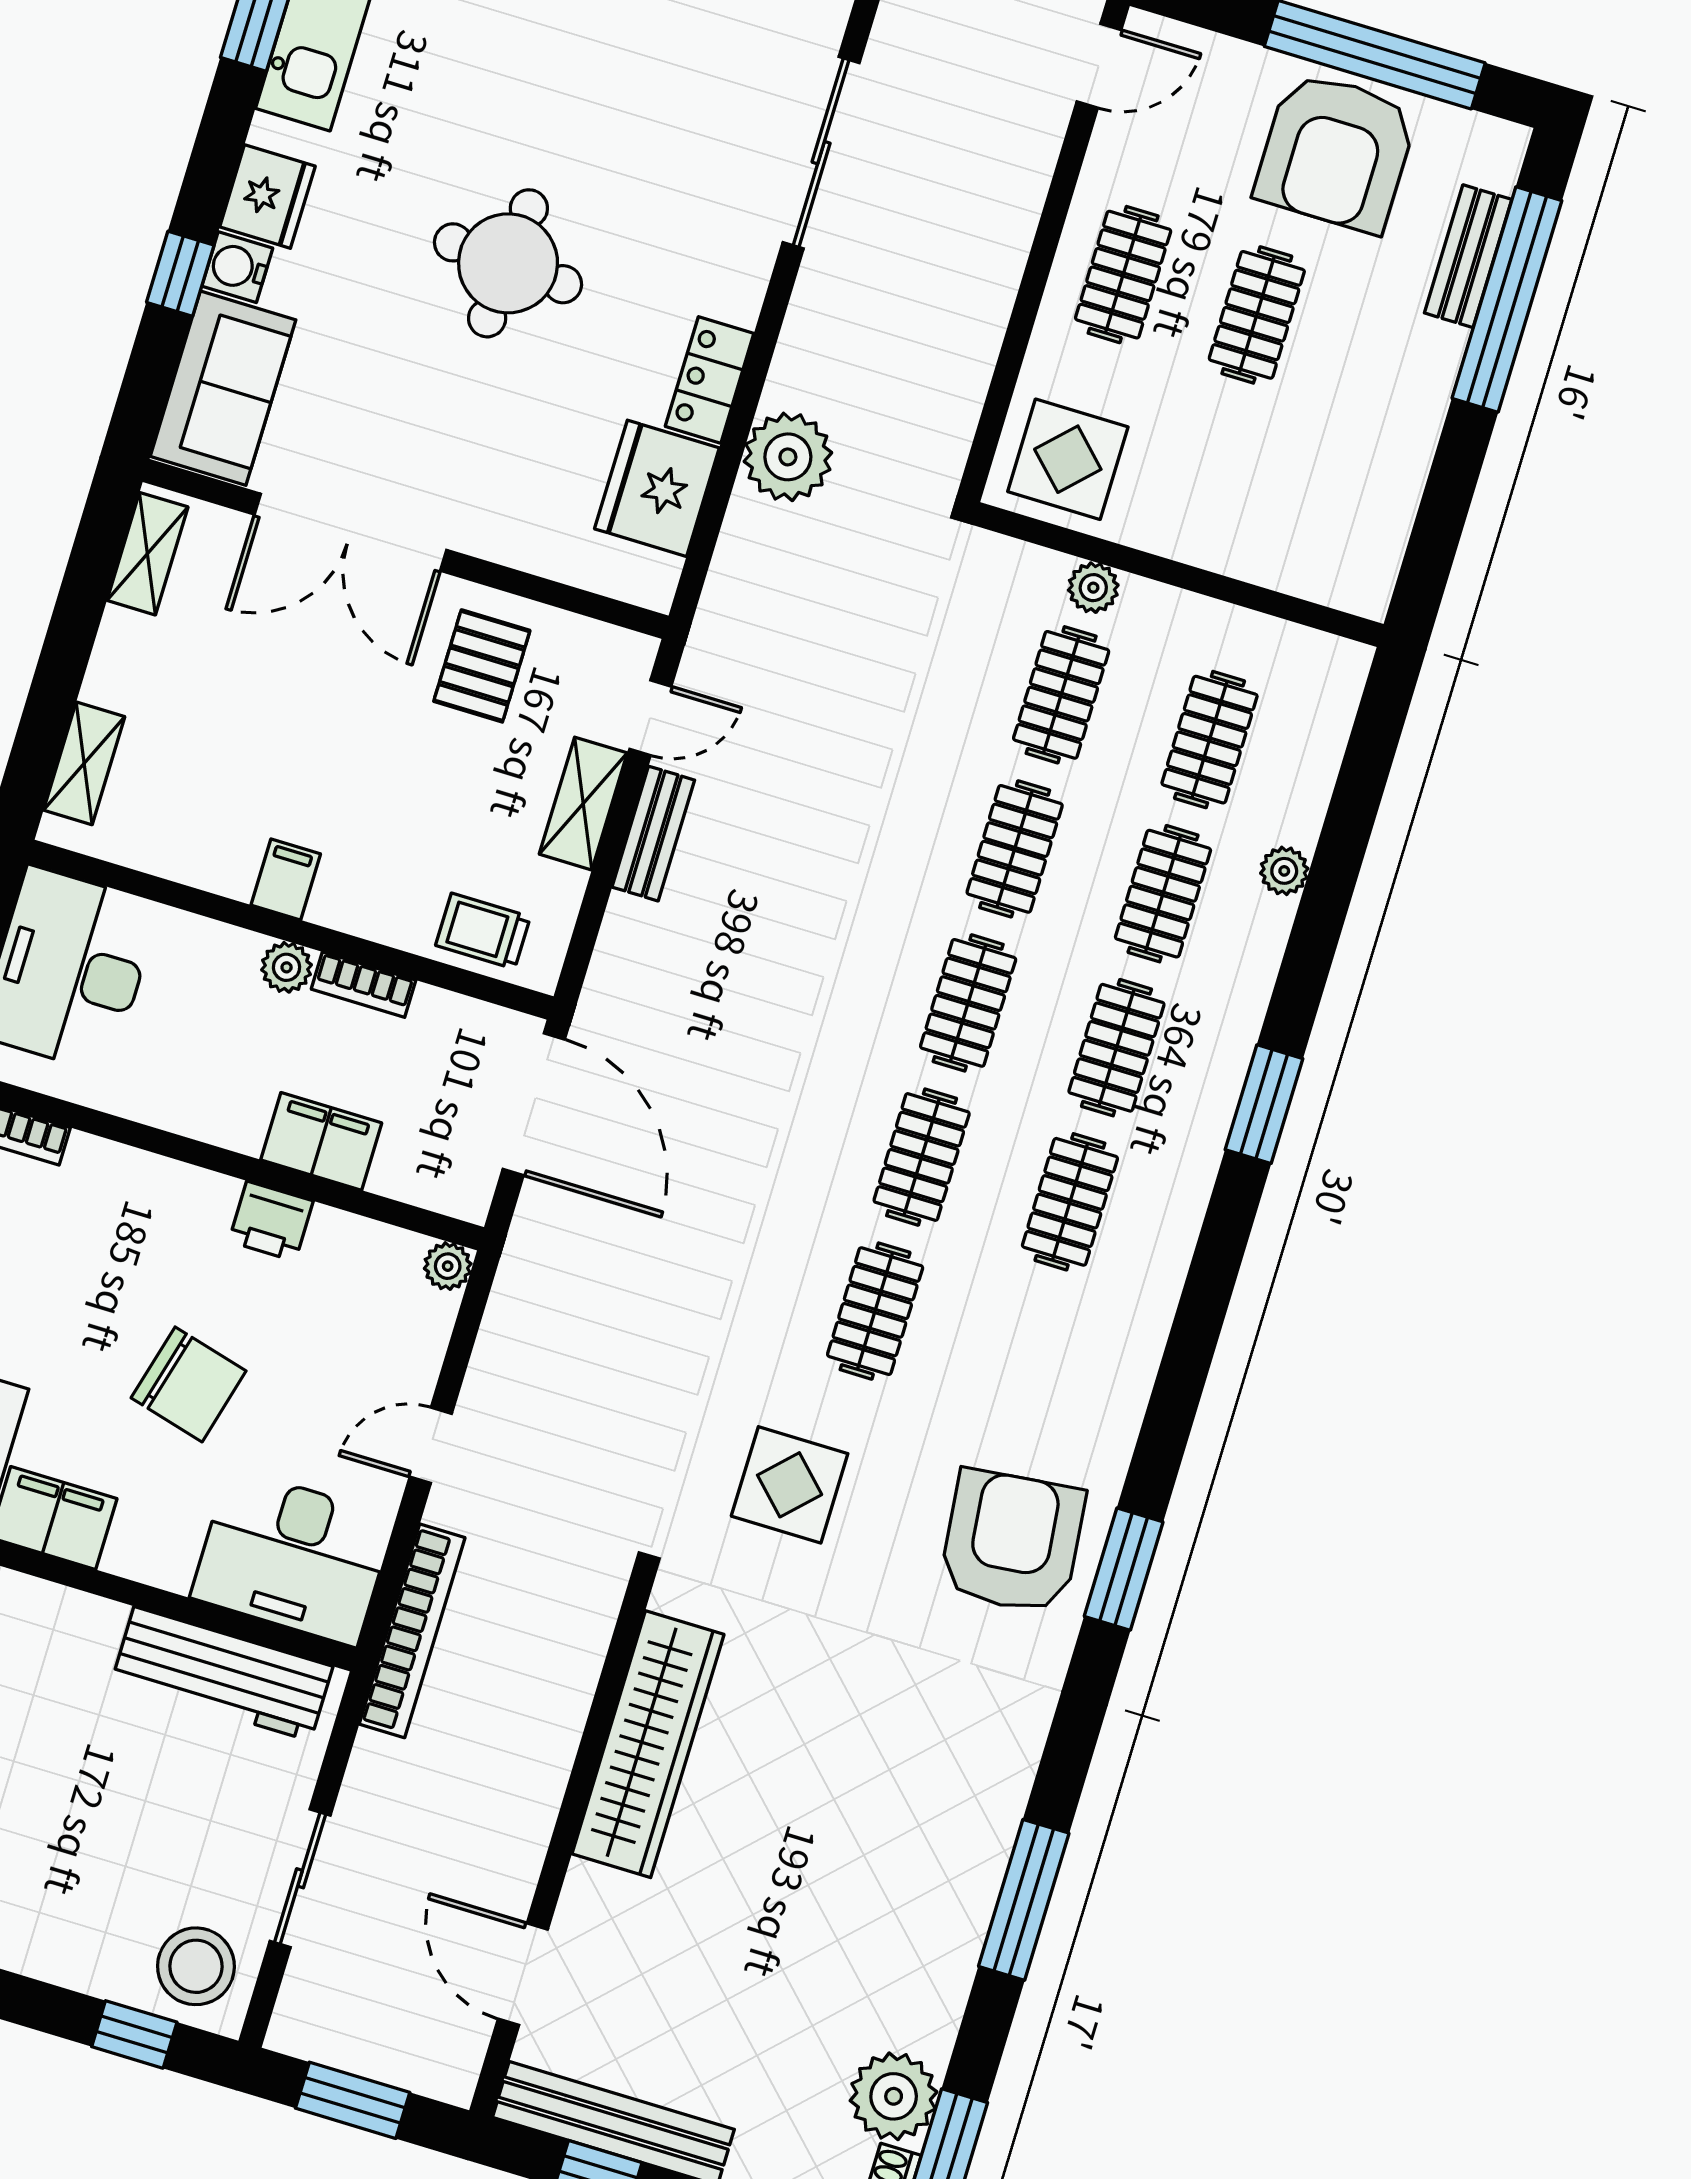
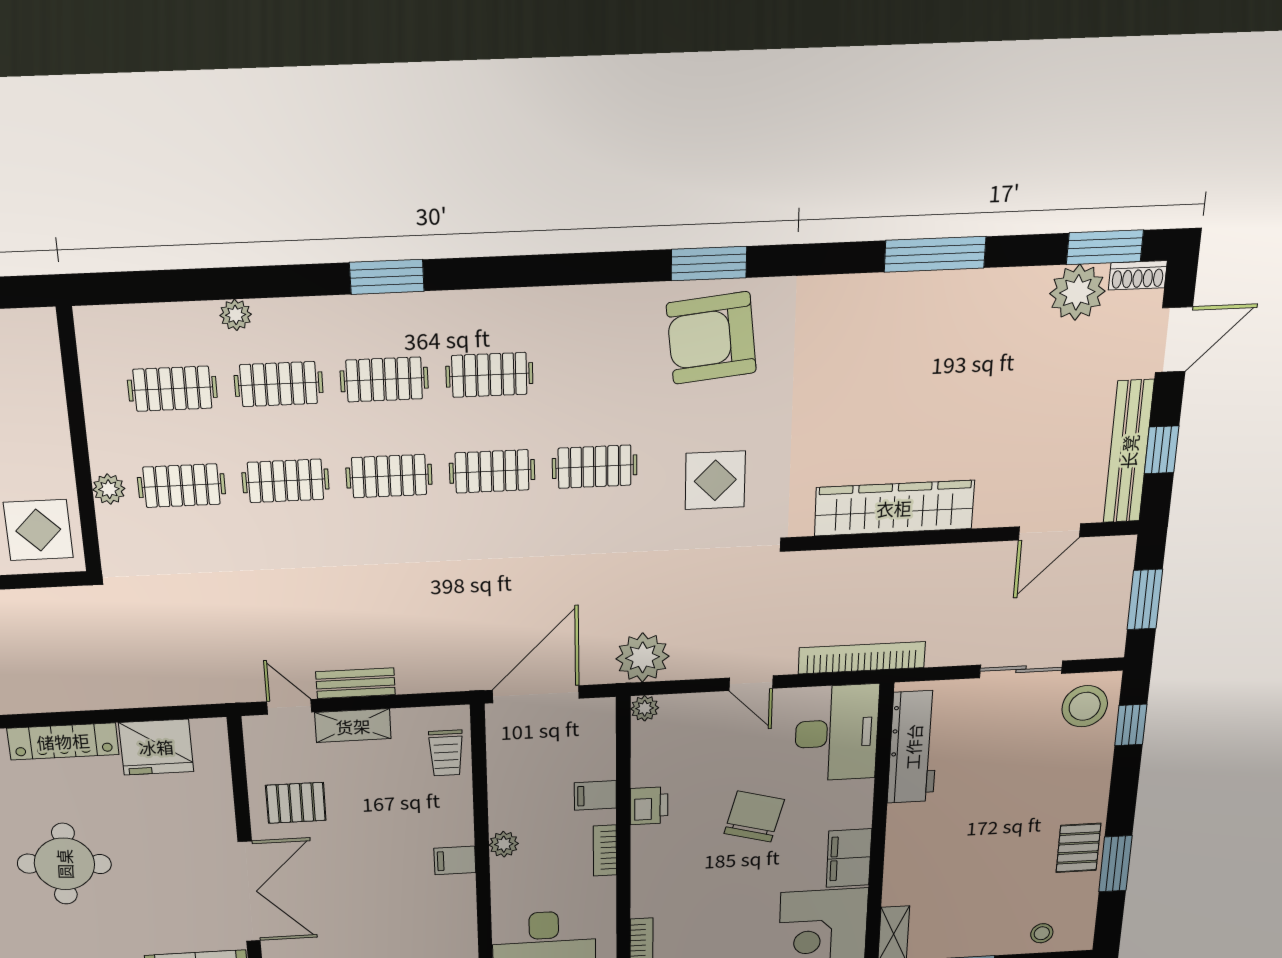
locker: (710, 380) -> (63, 741), width x1.53
plant: (788, 457) -> (643, 657), moved
bookcase: (364, 985) -> (605, 850), moved, turned 180
filing cabinet: (321, 1141) -> (595, 795), width x0.50

